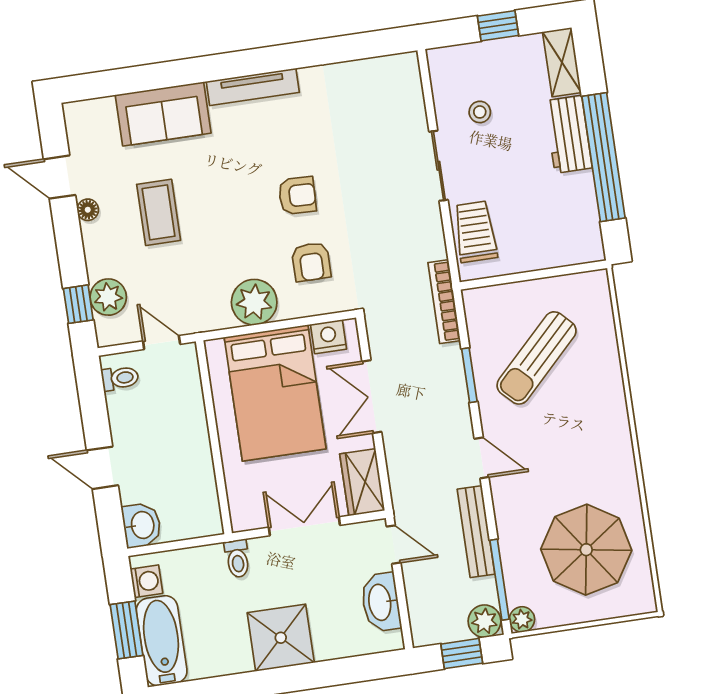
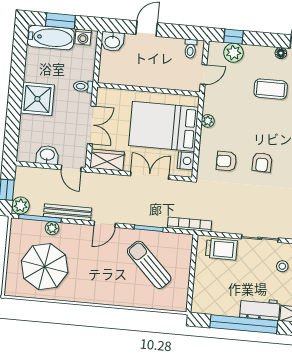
plant: (254, 302) -> (208, 121), width x0.53, depth x0.53
door: (394, 545) -> (71, 168), hinge flipped
washbasin: (381, 602) -> (47, 155), width x0.72
plant: (522, 619) -> (52, 228), moved

